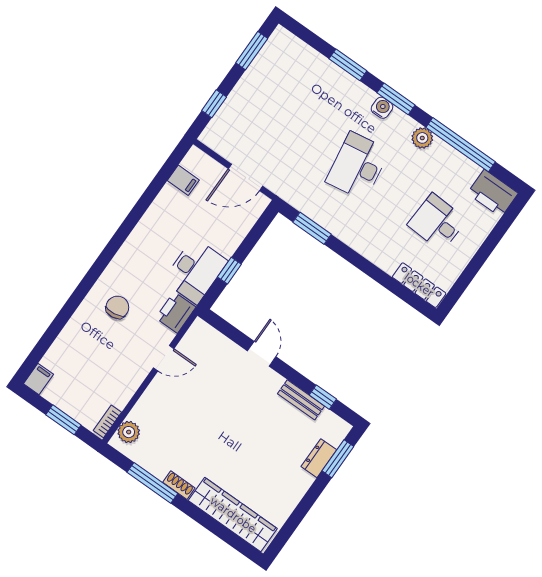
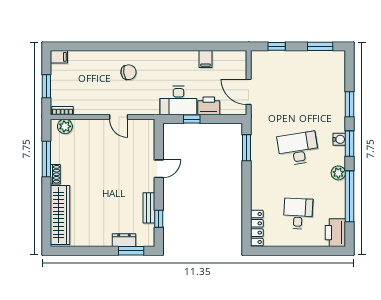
filing cabinet: (183, 180) -> (206, 59), moved
printer: (176, 312) -> (209, 106), moved

